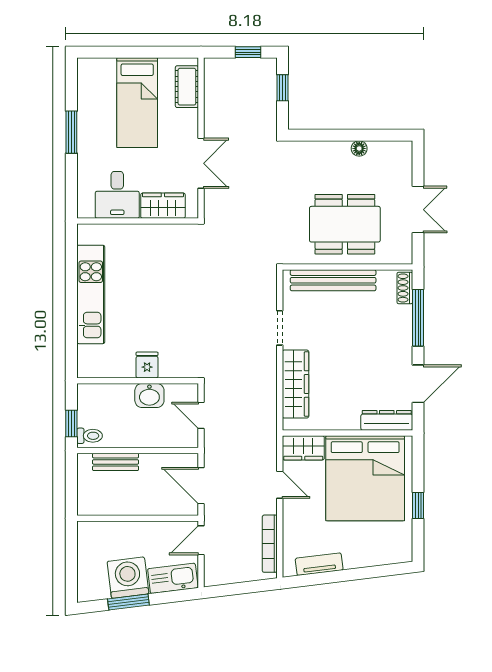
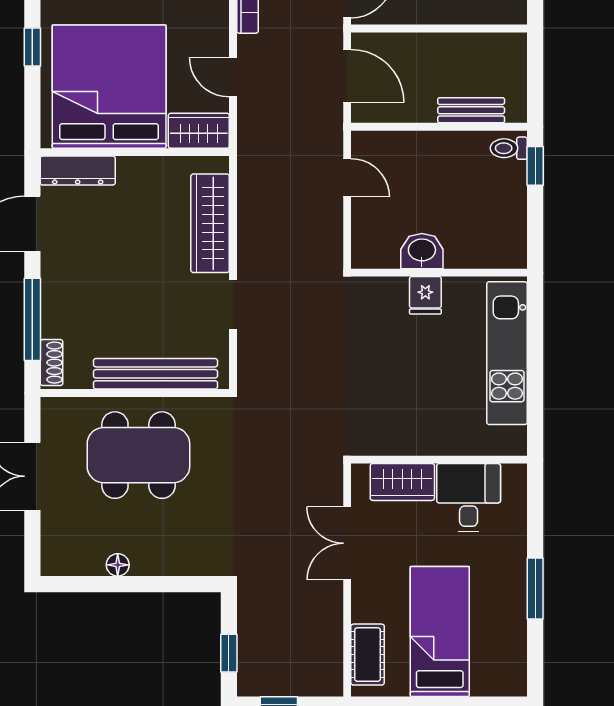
fridge: (147, 365) -> (425, 295), moved
wall: (138, 381) -> (439, 273), moved
washbasin: (149, 395) -> (422, 251), moved

